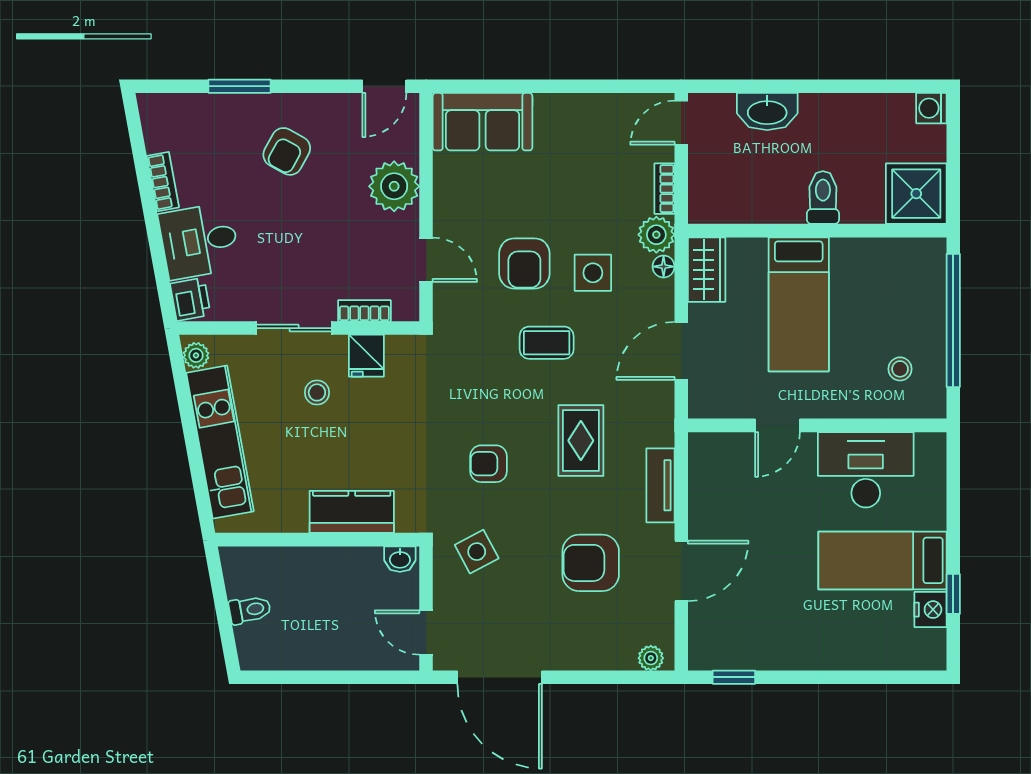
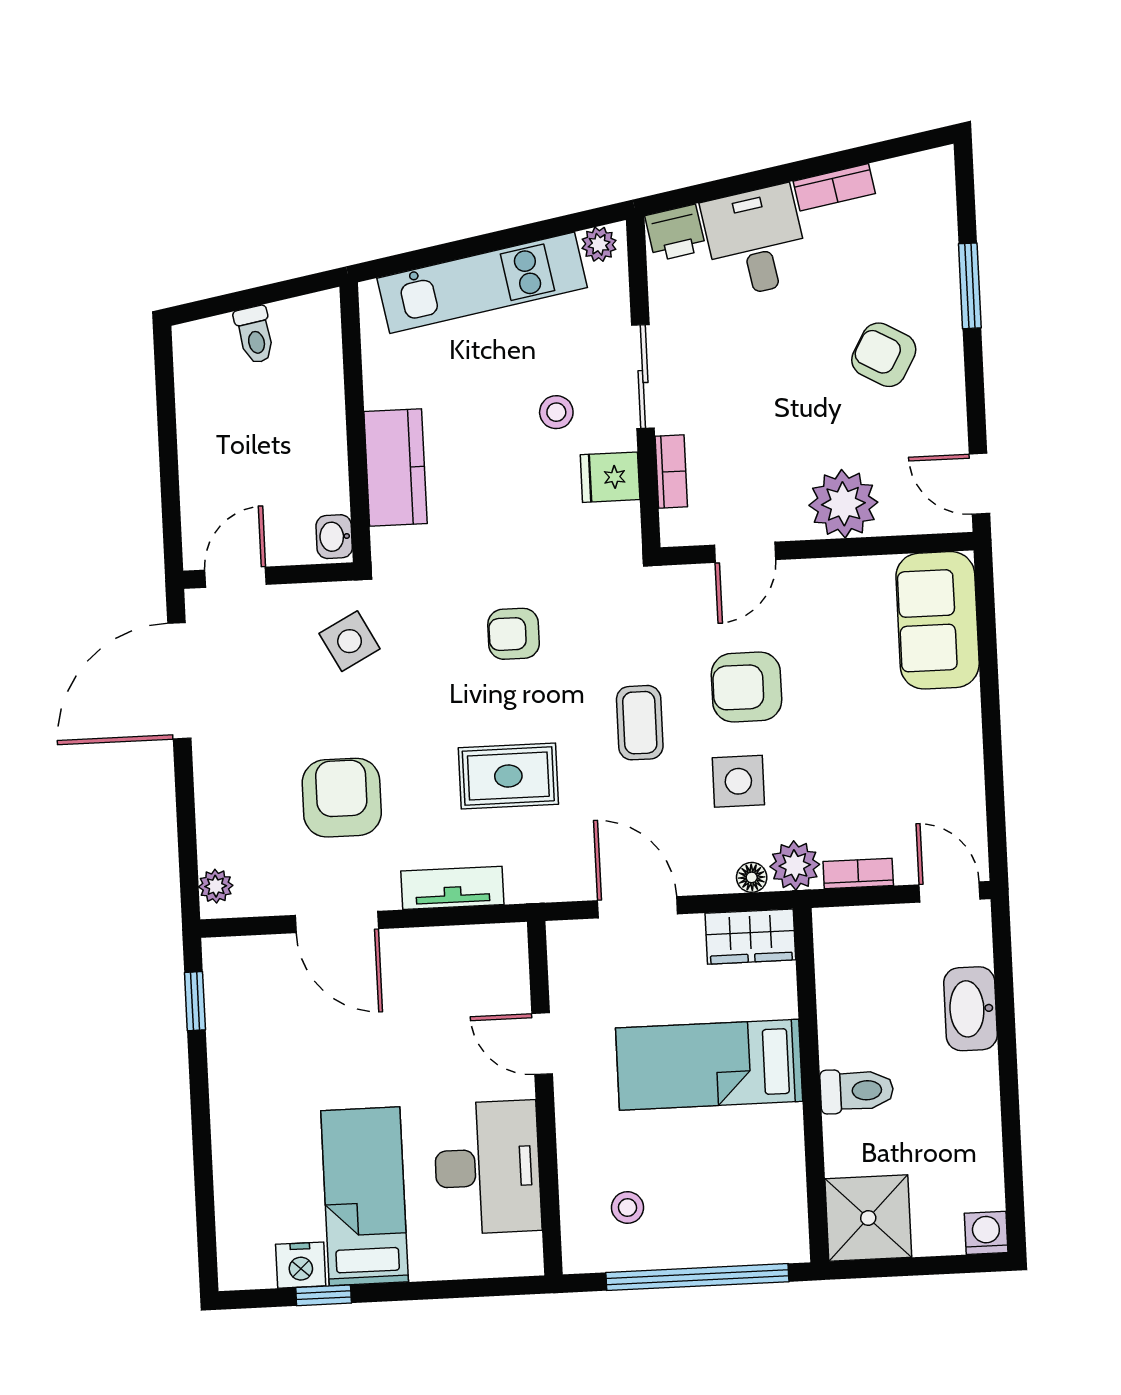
armchair: (489, 464) -> (514, 634), moved, turned -90

